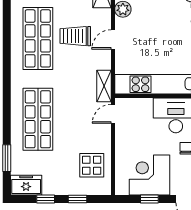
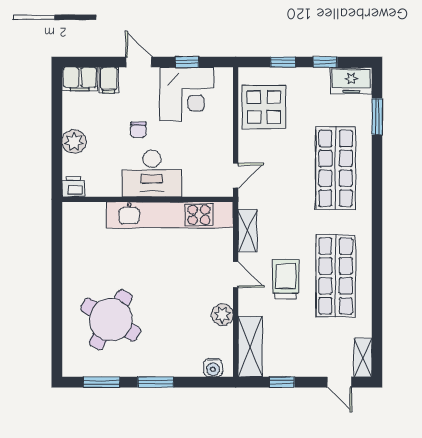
trolley: (75, 36) -> (286, 279), turned -89
door: (113, 39) -> (236, 275), hinge flipped
shelving: (104, 86) -> (248, 231), moved
display table: (92, 165) -> (264, 107), width x1.36, depth x1.36

